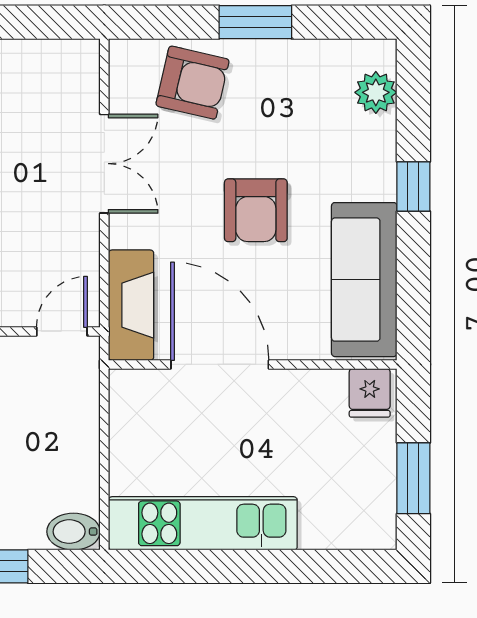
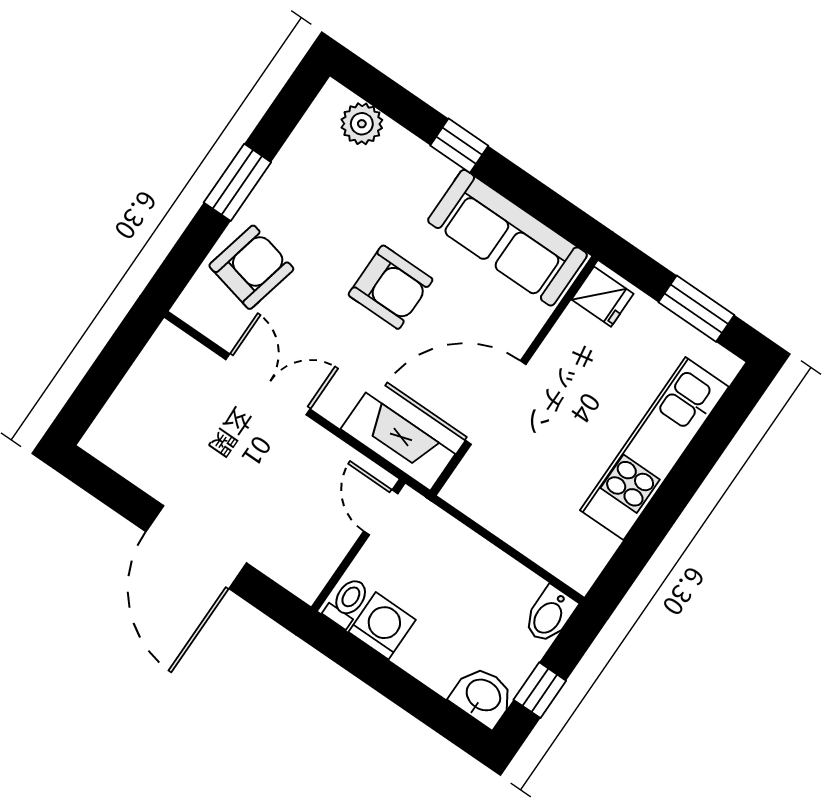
kitchen unit: (203, 523) -> (654, 448), moved

